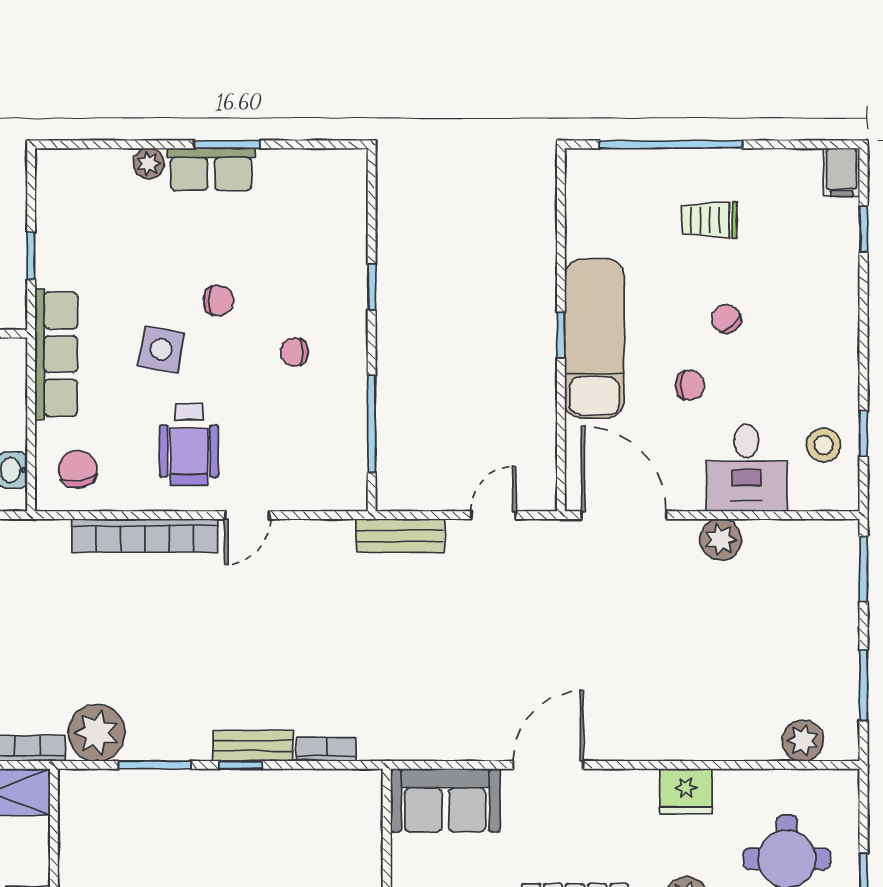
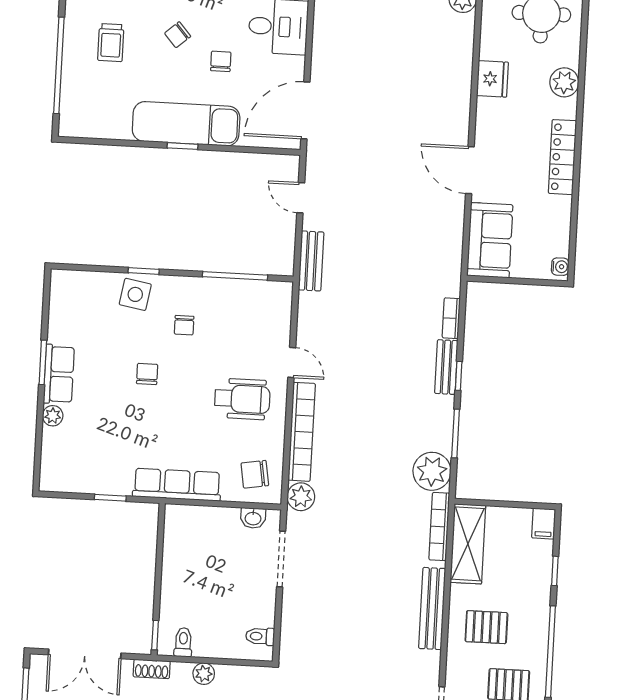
side table: (161, 349) -> (135, 294), moved
plant: (721, 540) -> (301, 497), moved

